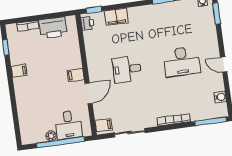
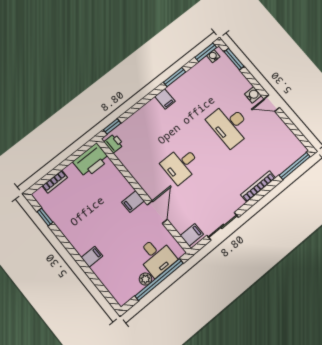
filing cabinet: (116, 17) -> (165, 99), moved, width x0.50
printer: (53, 28) -> (91, 160), moved
desk: (182, 62) -> (230, 125), turned 90
filing cabinet: (19, 71) -> (92, 257), moved
water cooler: (220, 97) -> (253, 95), moved

